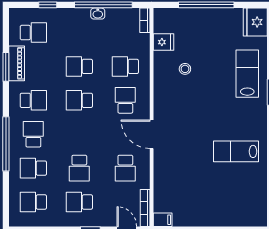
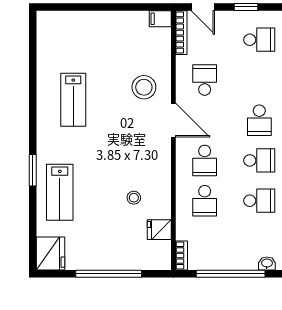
washbasin: (98, 14) -> (267, 263), moved
school desk: (125, 66) -> (205, 201), turned 90
lab bench: (236, 151) -> (73, 100), turned 90
stool: (176, 162) -> (144, 87), added
school desk: (79, 168) -> (259, 120), moved, turned 180

